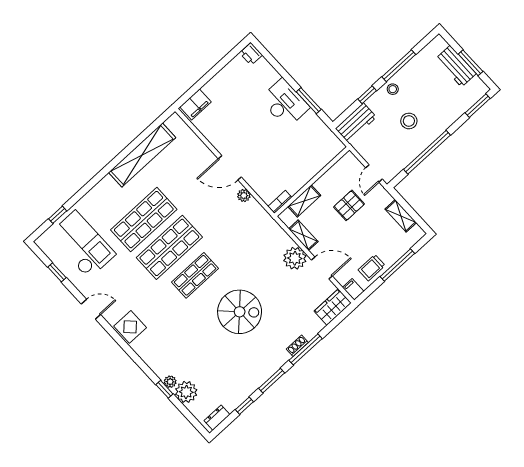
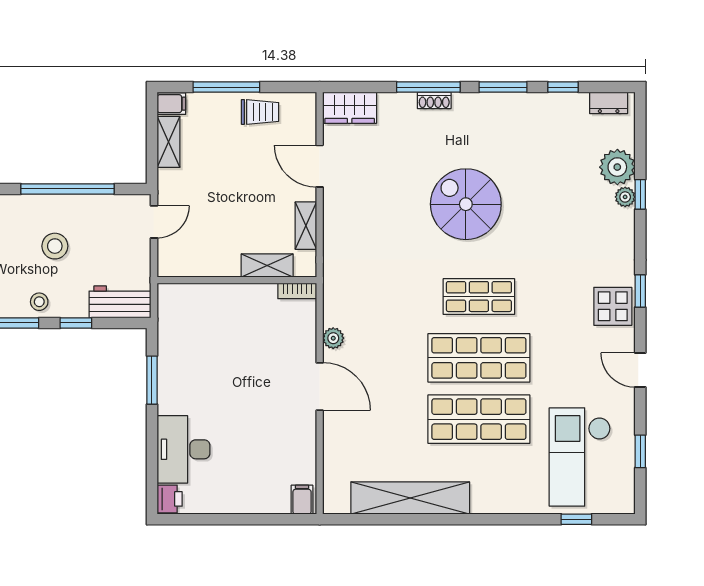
desk: (285, 103) -> (184, 449), moved
filing cabinet: (195, 104) -> (302, 500), width x0.50
pallet: (349, 205) -> (219, 211), removed
plant: (295, 258) -> (341, 207), removed
filing cabinet: (353, 289) -> (171, 104), moved, turned -90
window: (124, 345) -> (640, 291), added

